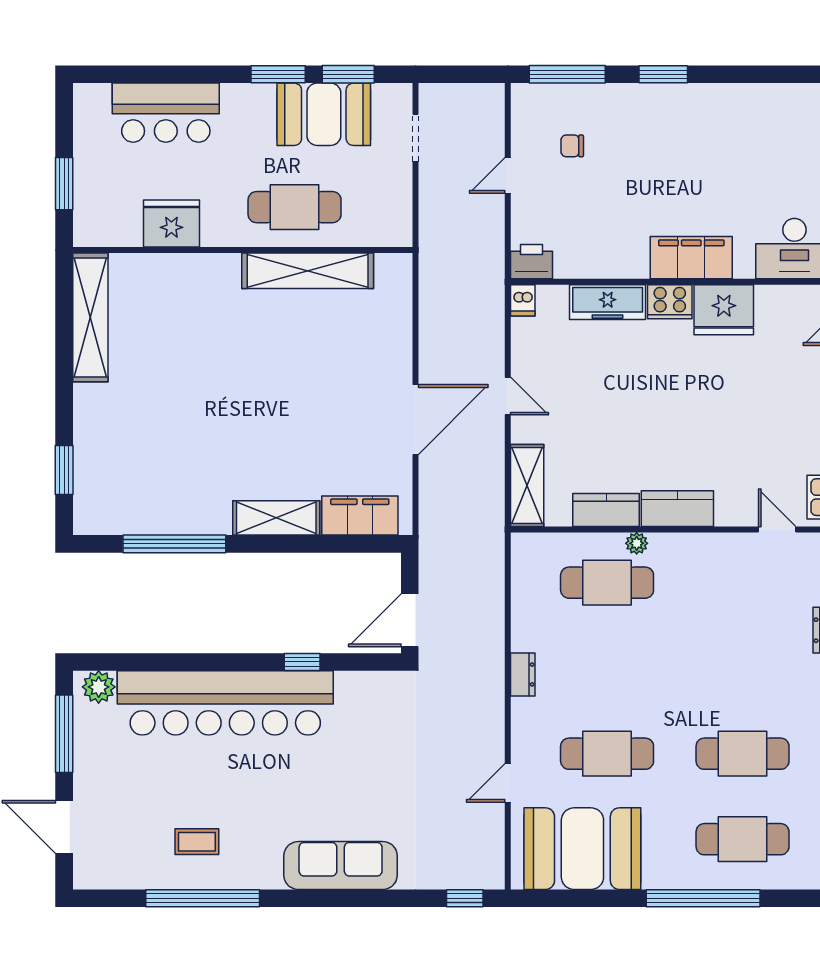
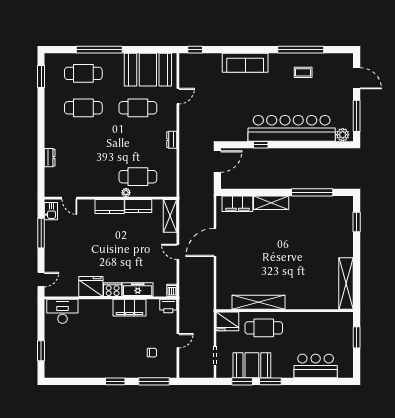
fridge: (171, 224) -> (227, 321), moved
filing cabinet: (691, 258) -> (130, 308), moved

